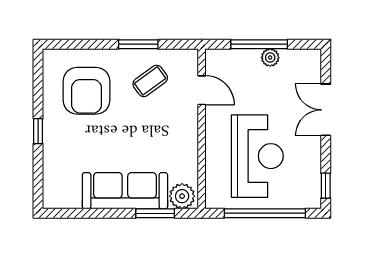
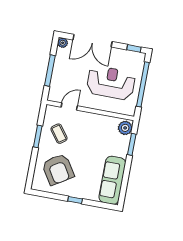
plant: (270, 58) -> (63, 43), moved
armchair: (87, 91) -> (58, 169), turned 58
double door: (326, 110) -> (93, 41), width x1.37
sofa: (125, 191) -> (112, 180), moved

